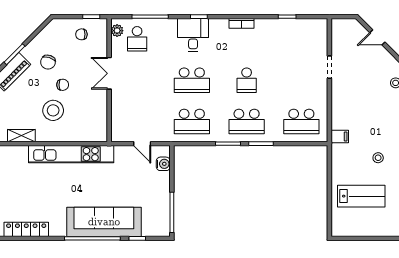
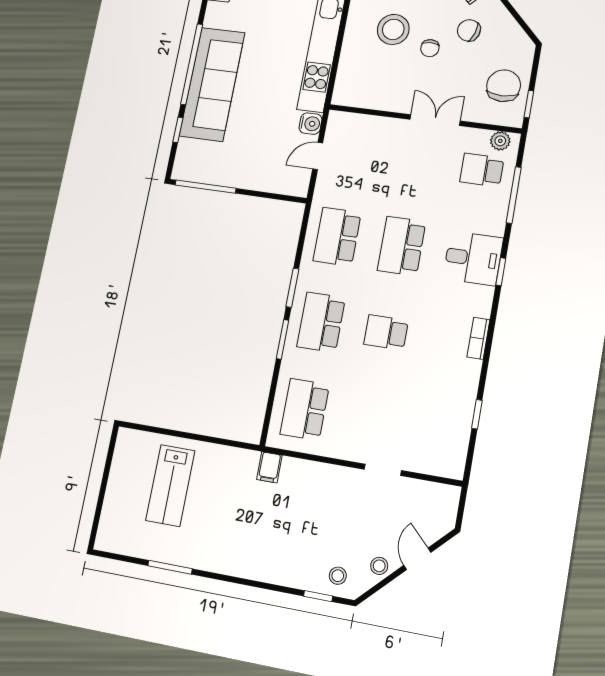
chair: (81, 34) -> (504, 86), width x1.87, depth x1.87
stool: (378, 158) -> (379, 566), moved
water cooler: (163, 164) -> (310, 124), moved, turned -90

